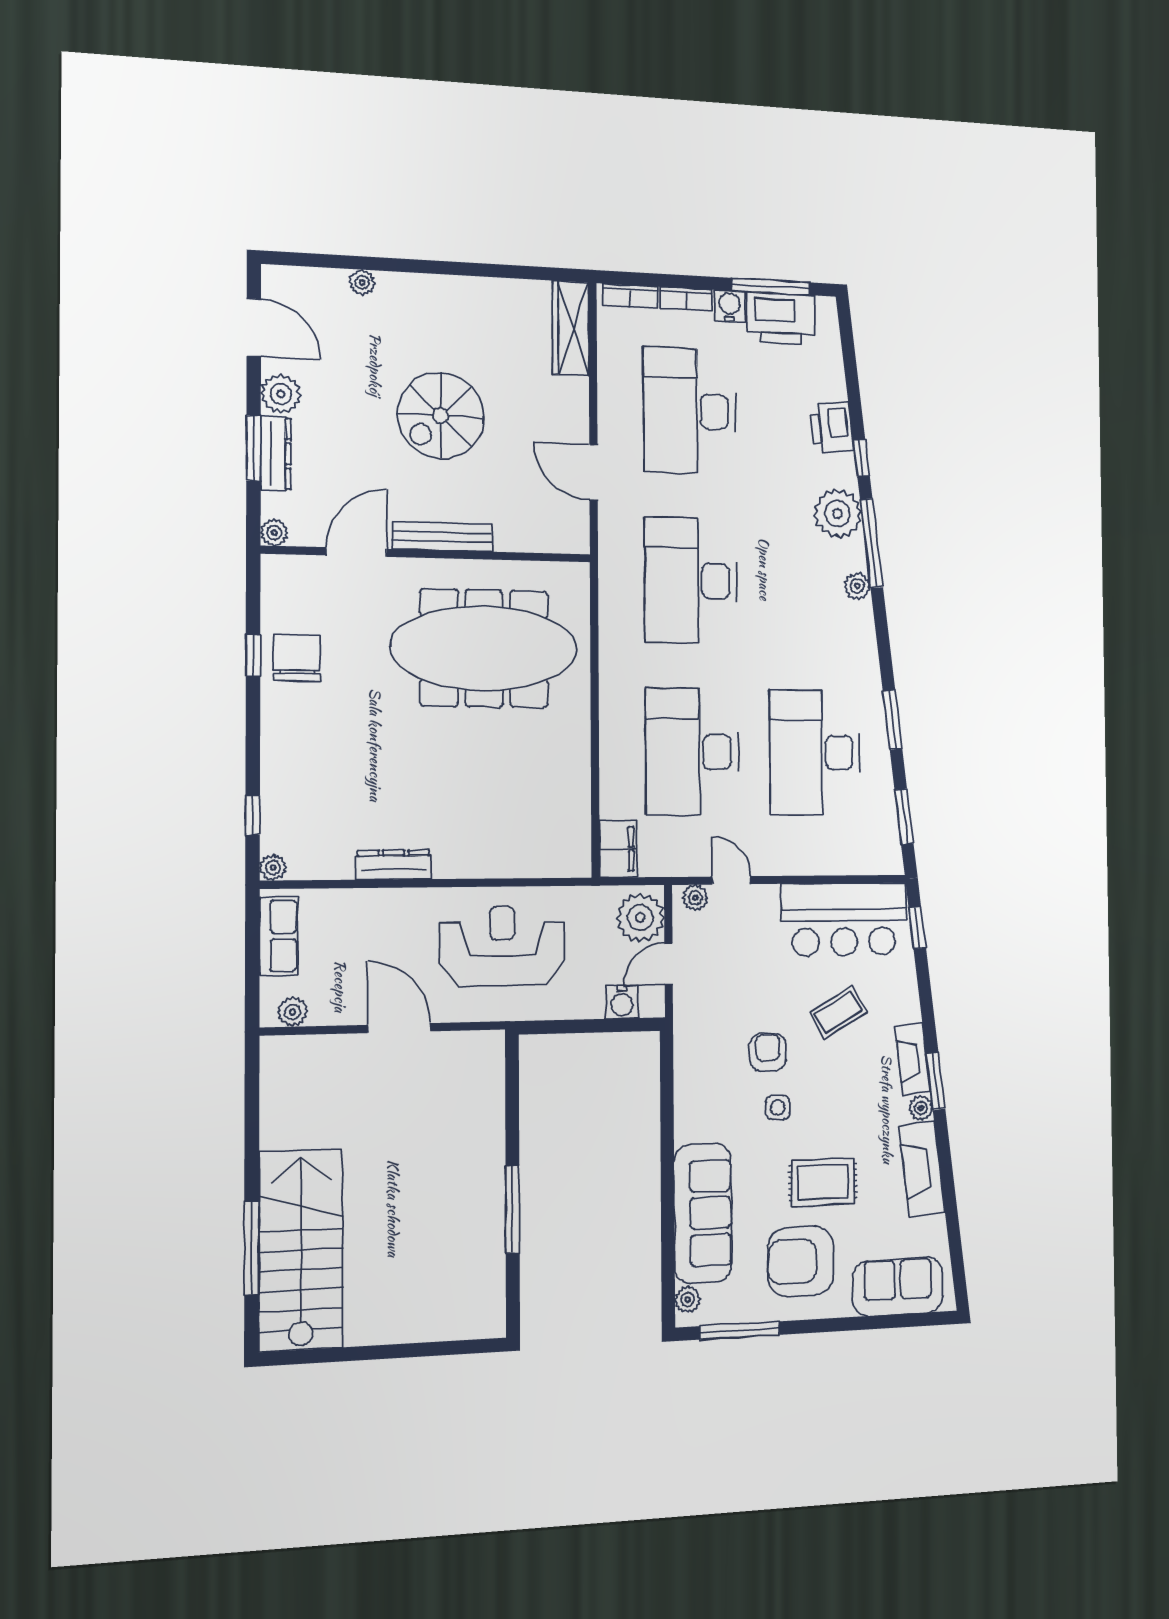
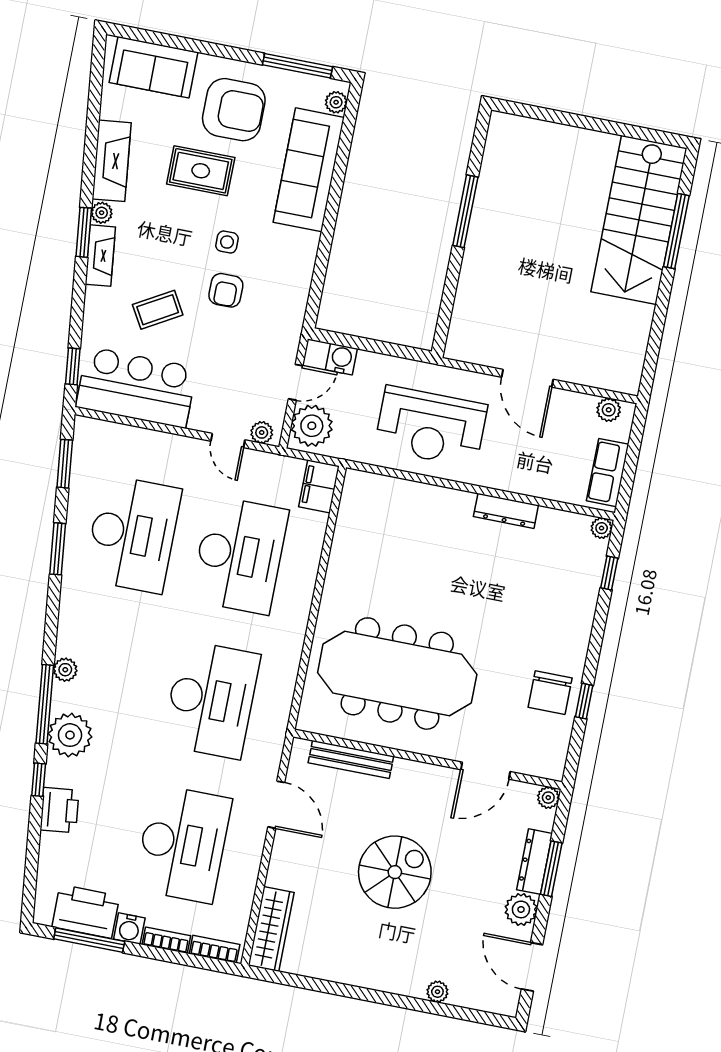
bench: (443, 537) -> (351, 759), moved

